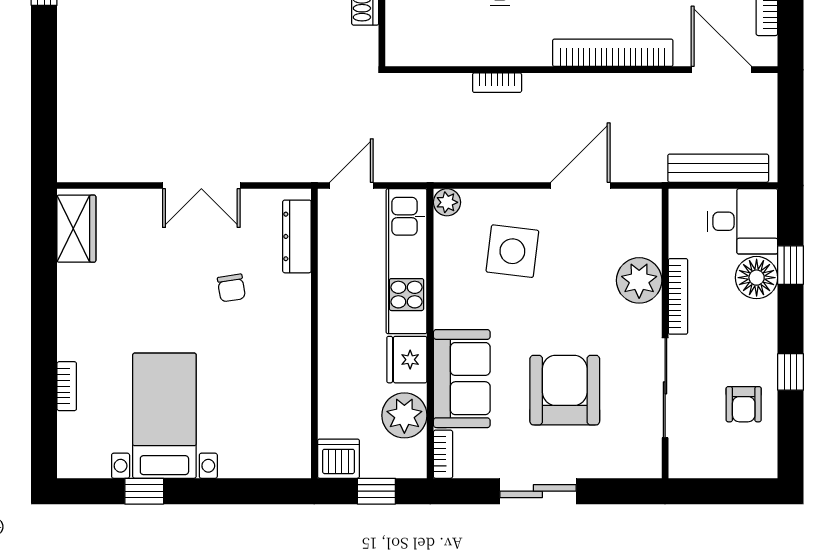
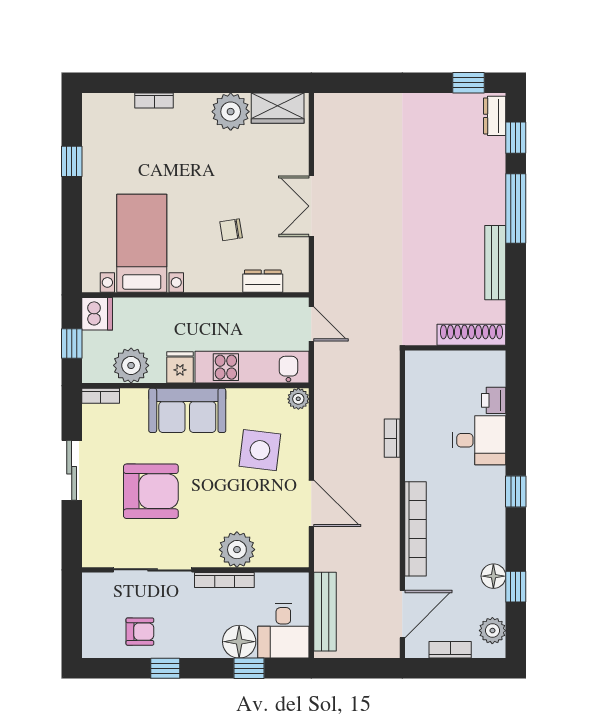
dresser: (297, 236) -> (263, 281), width x0.70
plant: (81, 288) -> (231, 112), added
fridge: (407, 360) -> (180, 367), width x0.72
sofa: (462, 379) -> (187, 410), moved
armchair: (744, 404) -> (140, 632), turned 180
bed with nightstands: (164, 416) -> (142, 243), moved, turned -90

